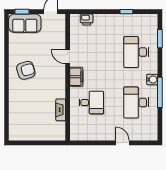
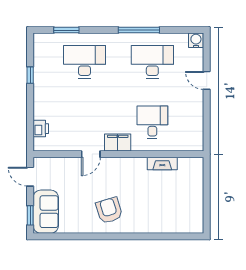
desk: (136, 52) -> (84, 62), turned 180
water cooler: (152, 79) -> (196, 40), moved
desk: (136, 102) -> (152, 62), turned 180
door: (122, 143) -> (207, 80), hinge flipped

